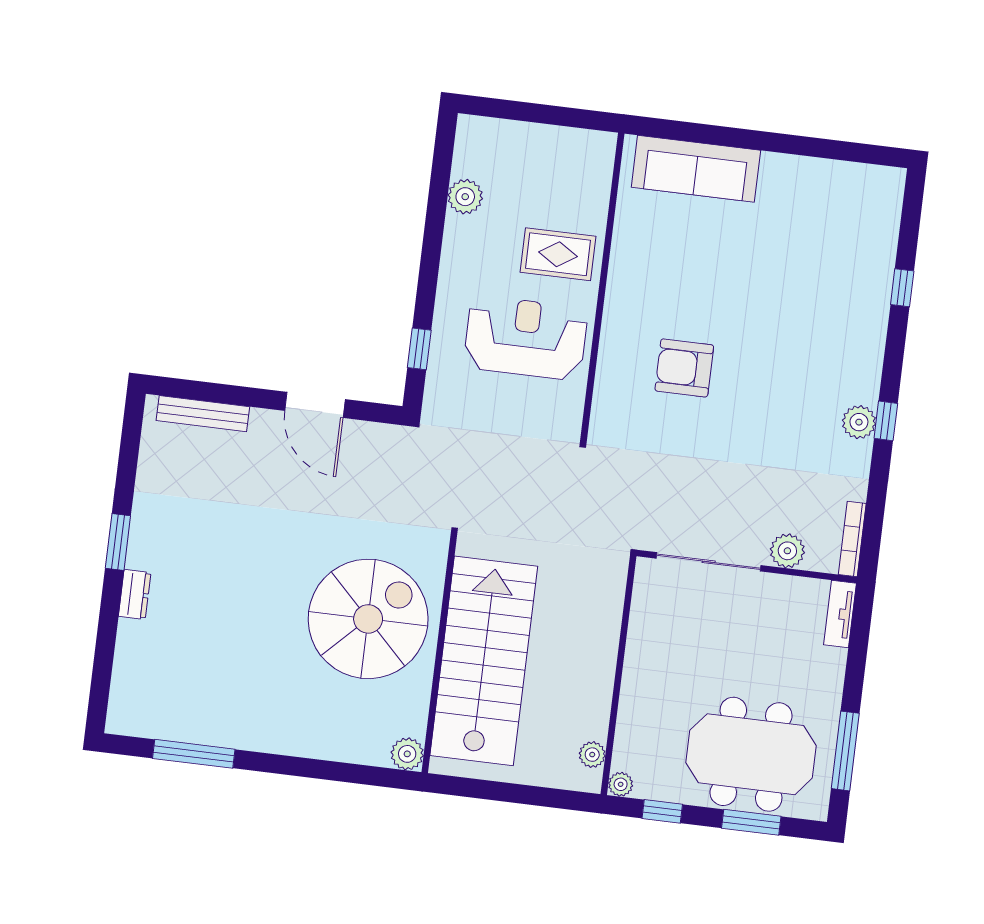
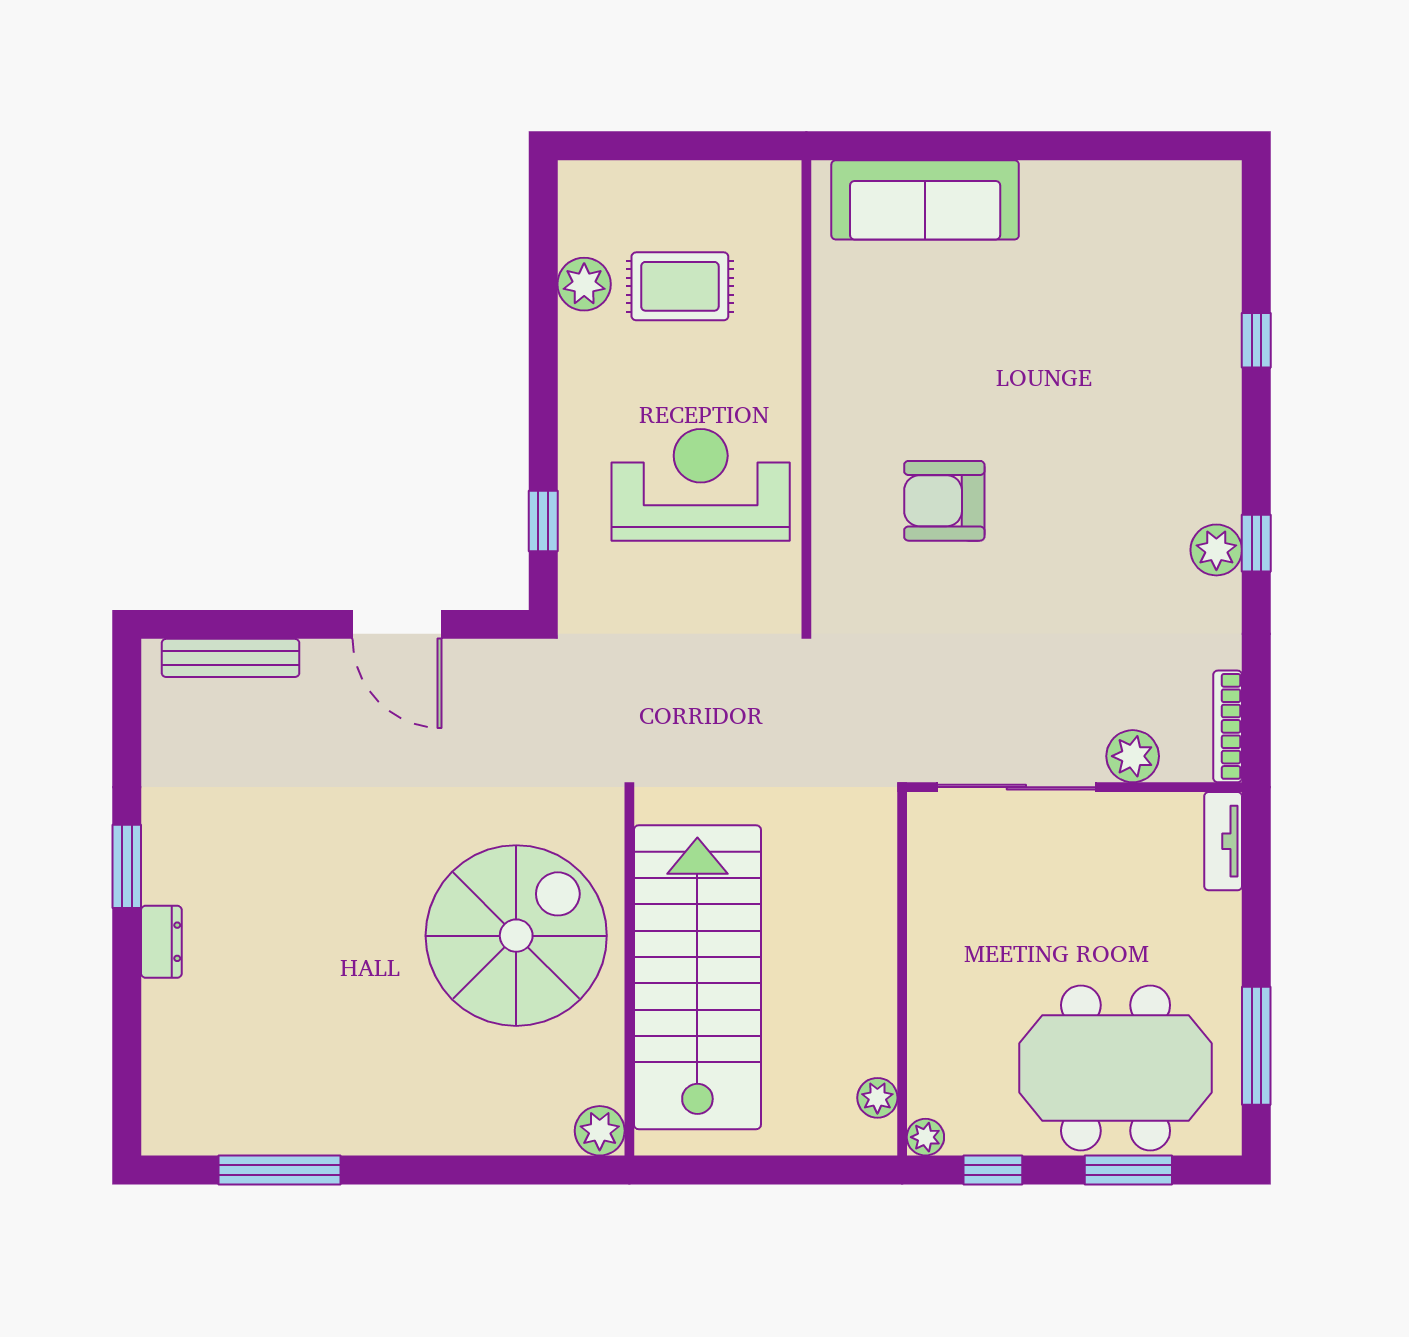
rug: (558, 254) -> (680, 286), moved

